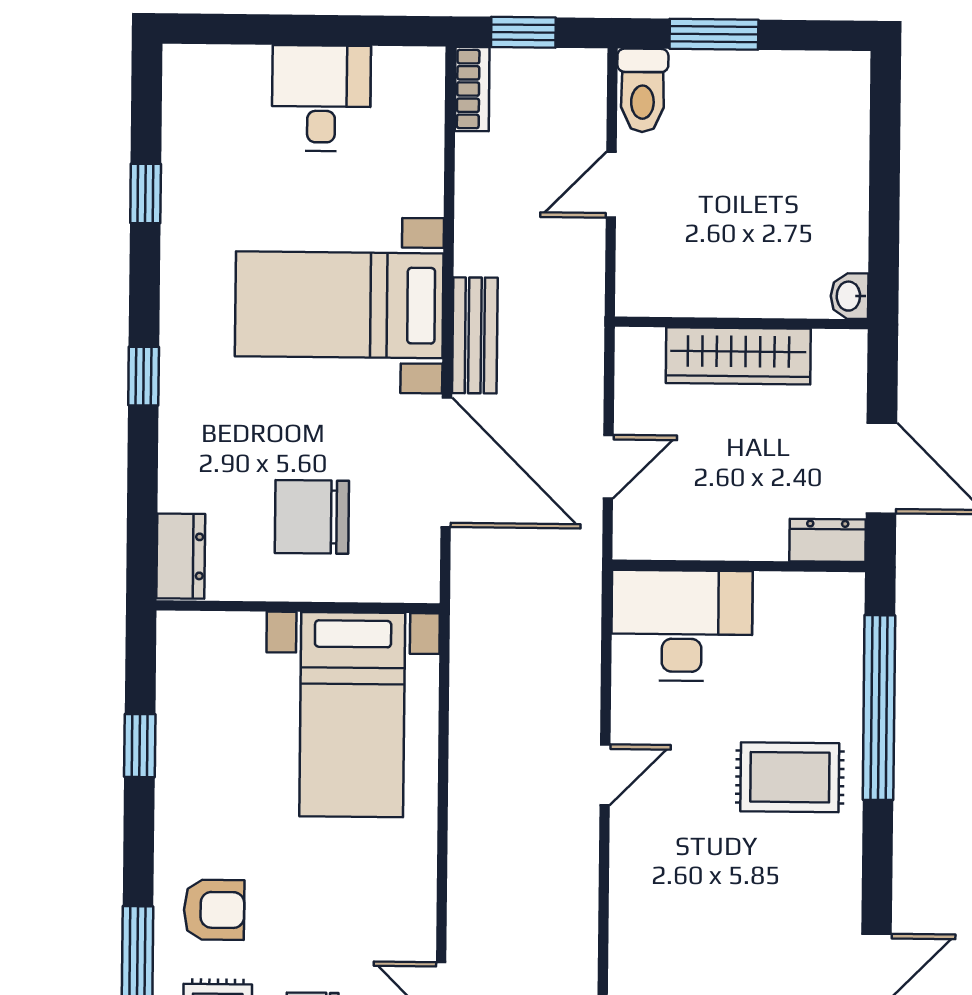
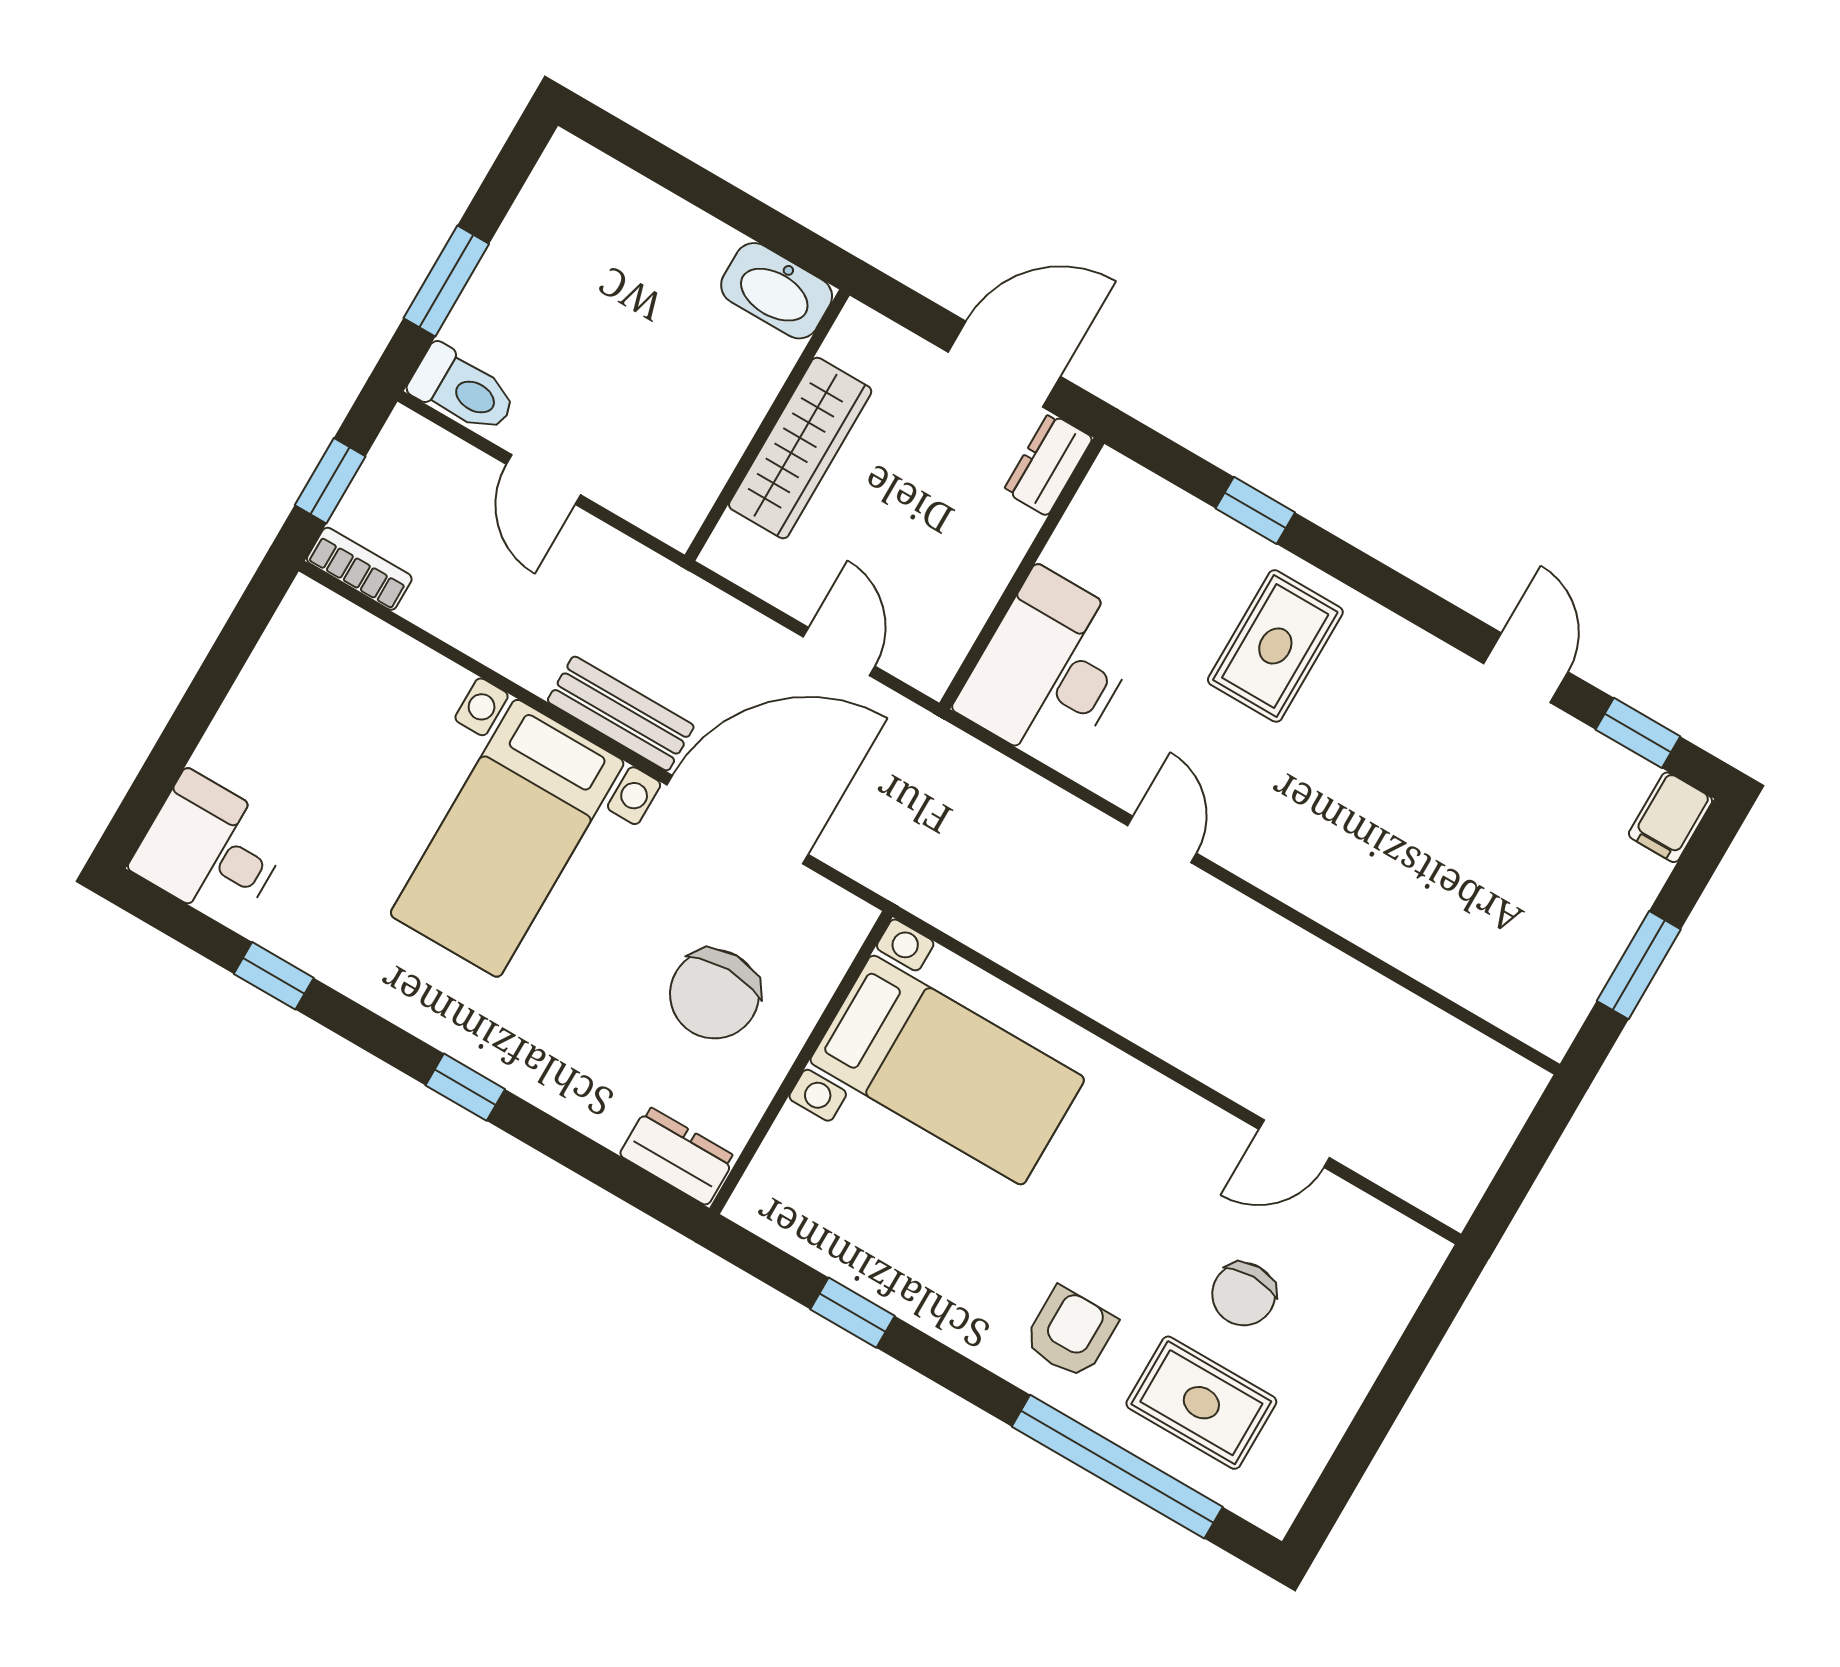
desk: (321, 98) -> (211, 849), moved
washbasin: (849, 296) -> (777, 291), width x1.91, depth x1.45
window: (879, 708) -> (1255, 510), width x0.32

